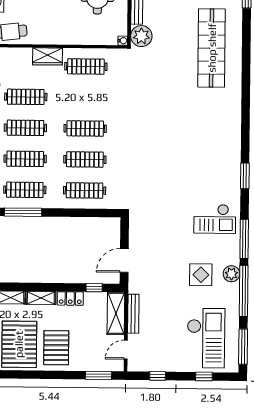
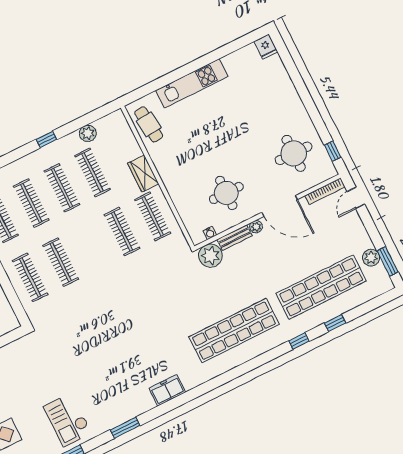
water cooler: (123, 41) -> (210, 233), moved
freezer: (232, 126) -> (167, 390), added
clothes rail: (85, 128) -> (122, 232), moved

